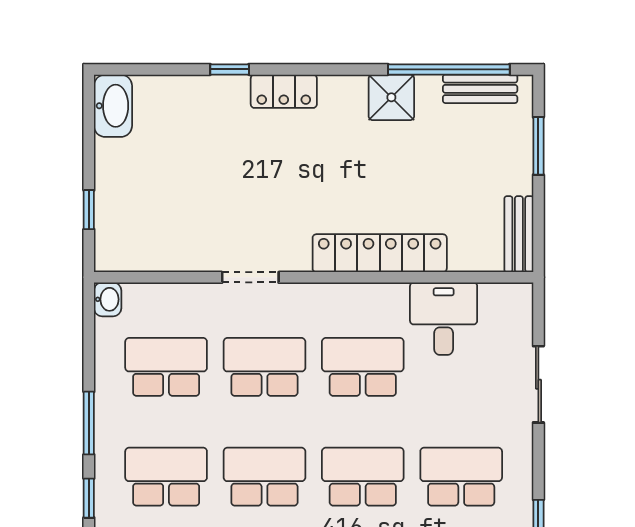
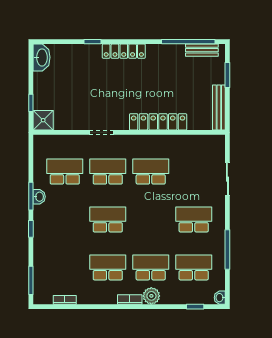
locker: (284, 91) -> (124, 51), width x1.53
shower: (391, 97) -> (43, 120), moved
bench: (519, 234) -> (219, 108), width x1.36
washbasin: (108, 299) -> (39, 197), moved
desk: (444, 319) -> (186, 150), removed
school desk: (166, 477) -> (65, 219), removed
school desk: (363, 477) -> (151, 219), removed

